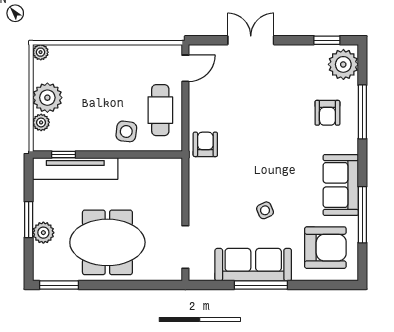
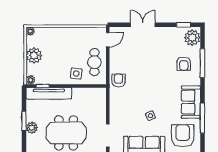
plant: (41, 122) -> (31, 80), moved
armchair: (325, 248) -> (183, 136), turned -90

